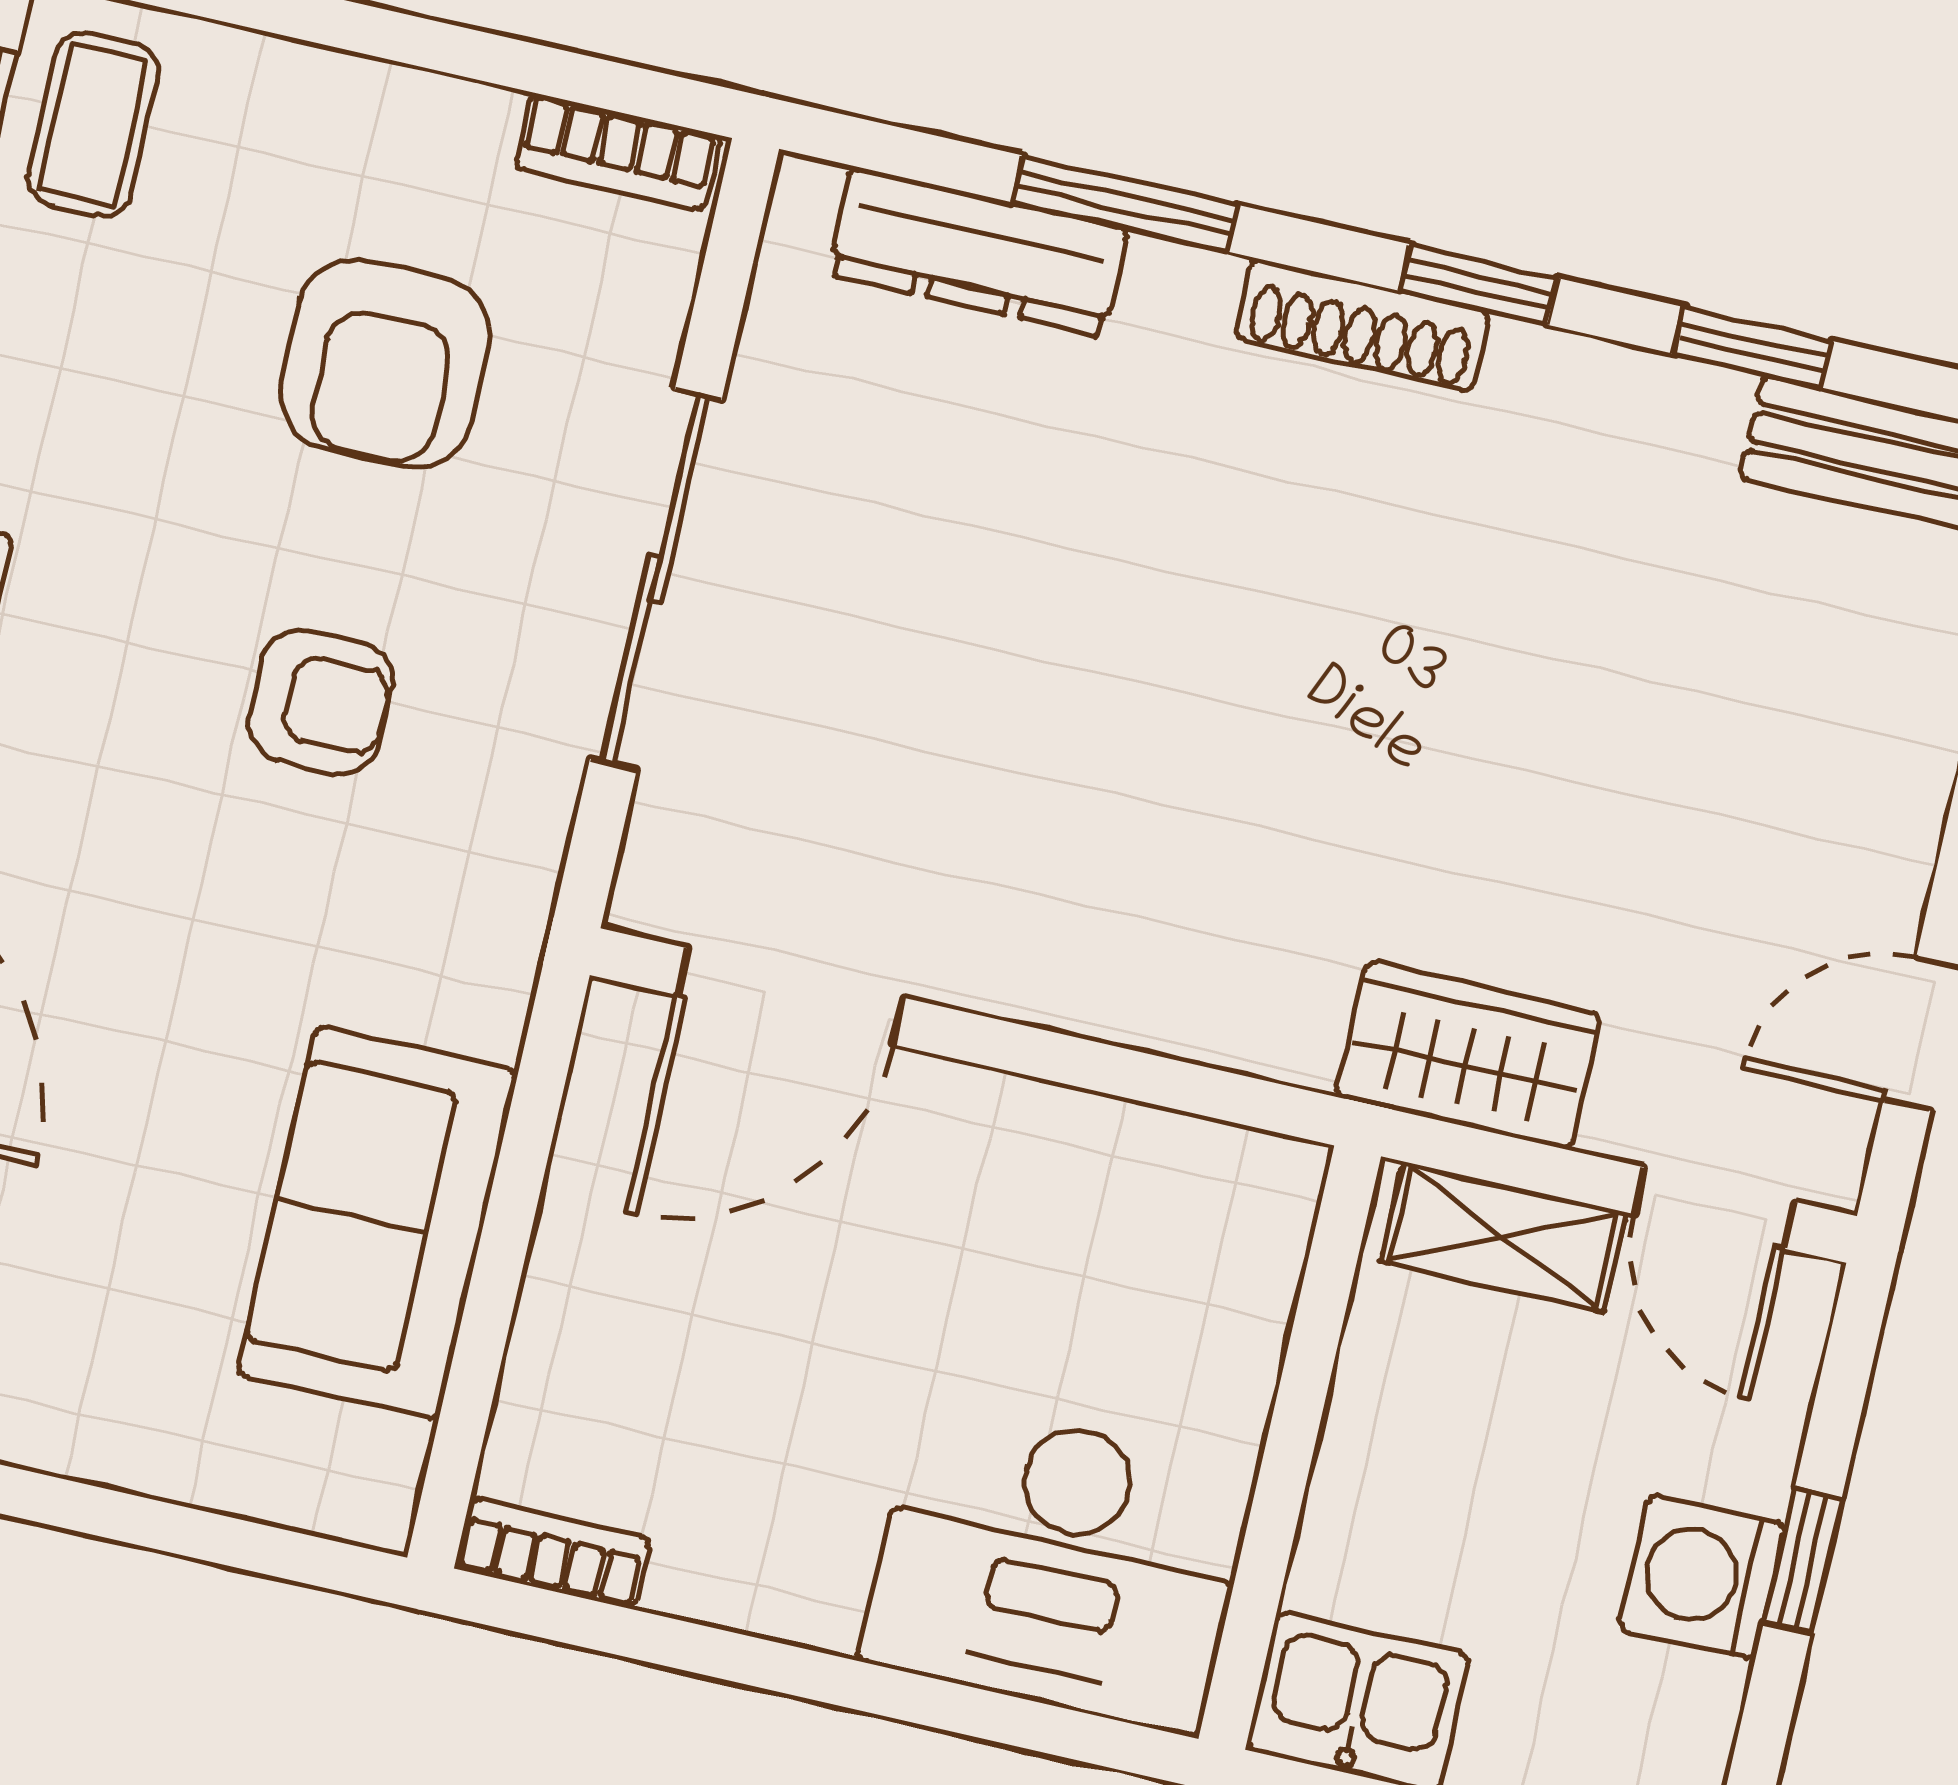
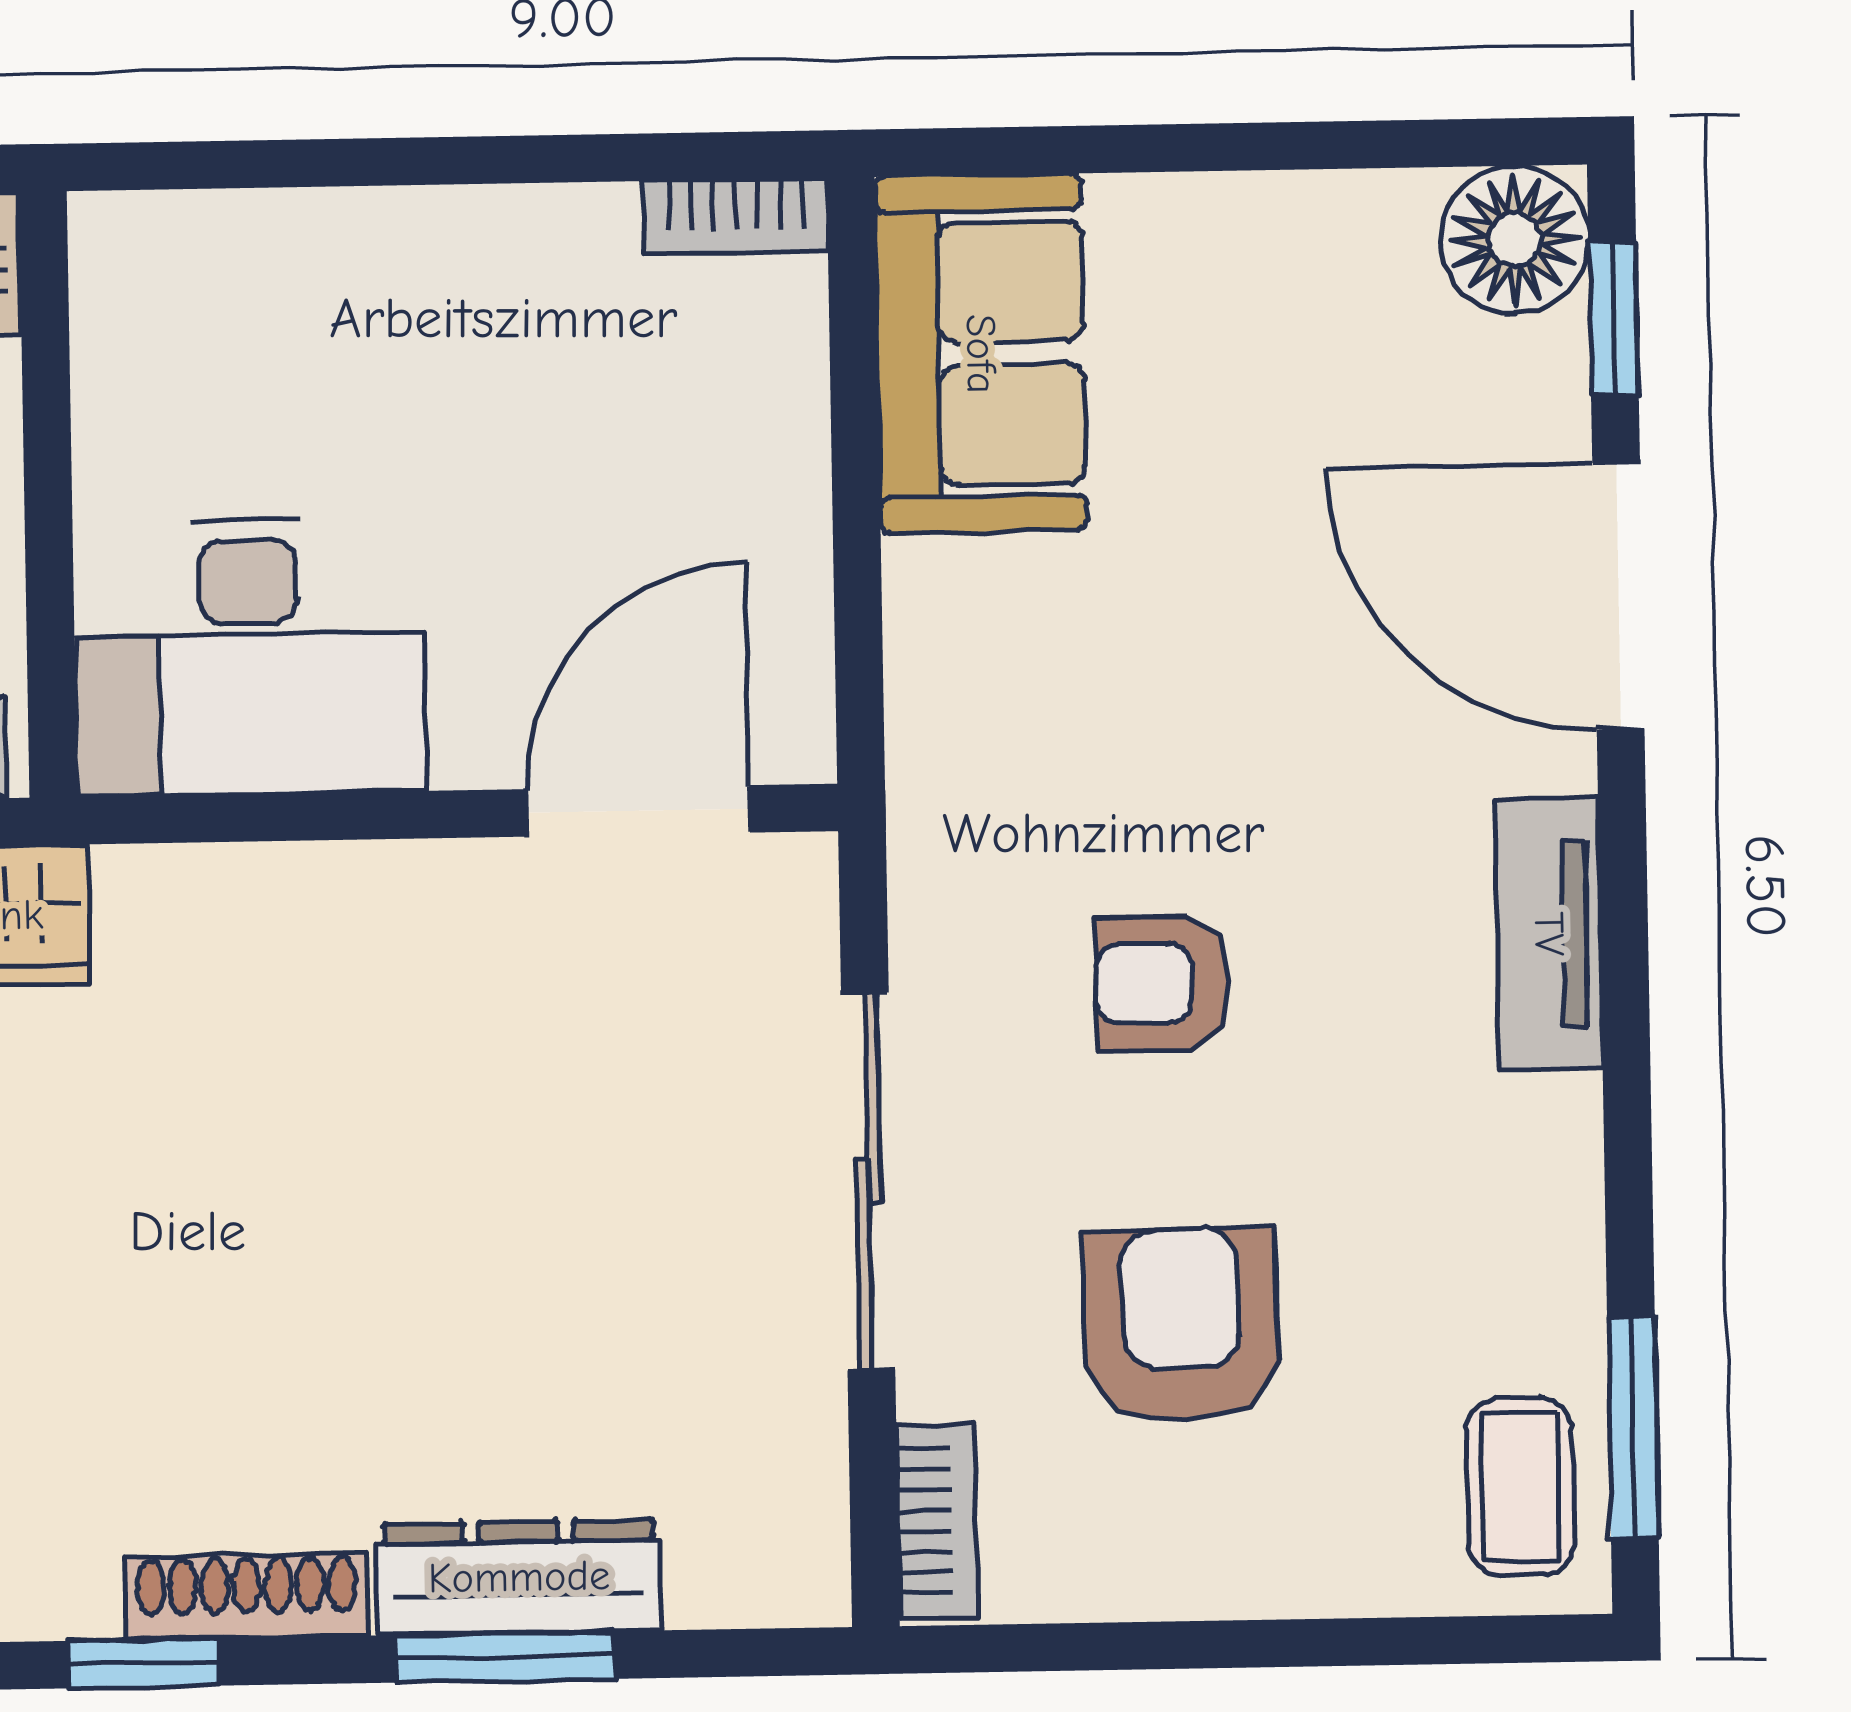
bookcase: (618, 152) -> (937, 1521), moved, turned 90
dresser: (978, 252) -> (519, 1577), moved
sofa: (378, 1222) -> (981, 354), moved
desk: (1058, 1565) -> (249, 657), moved, turned 180

